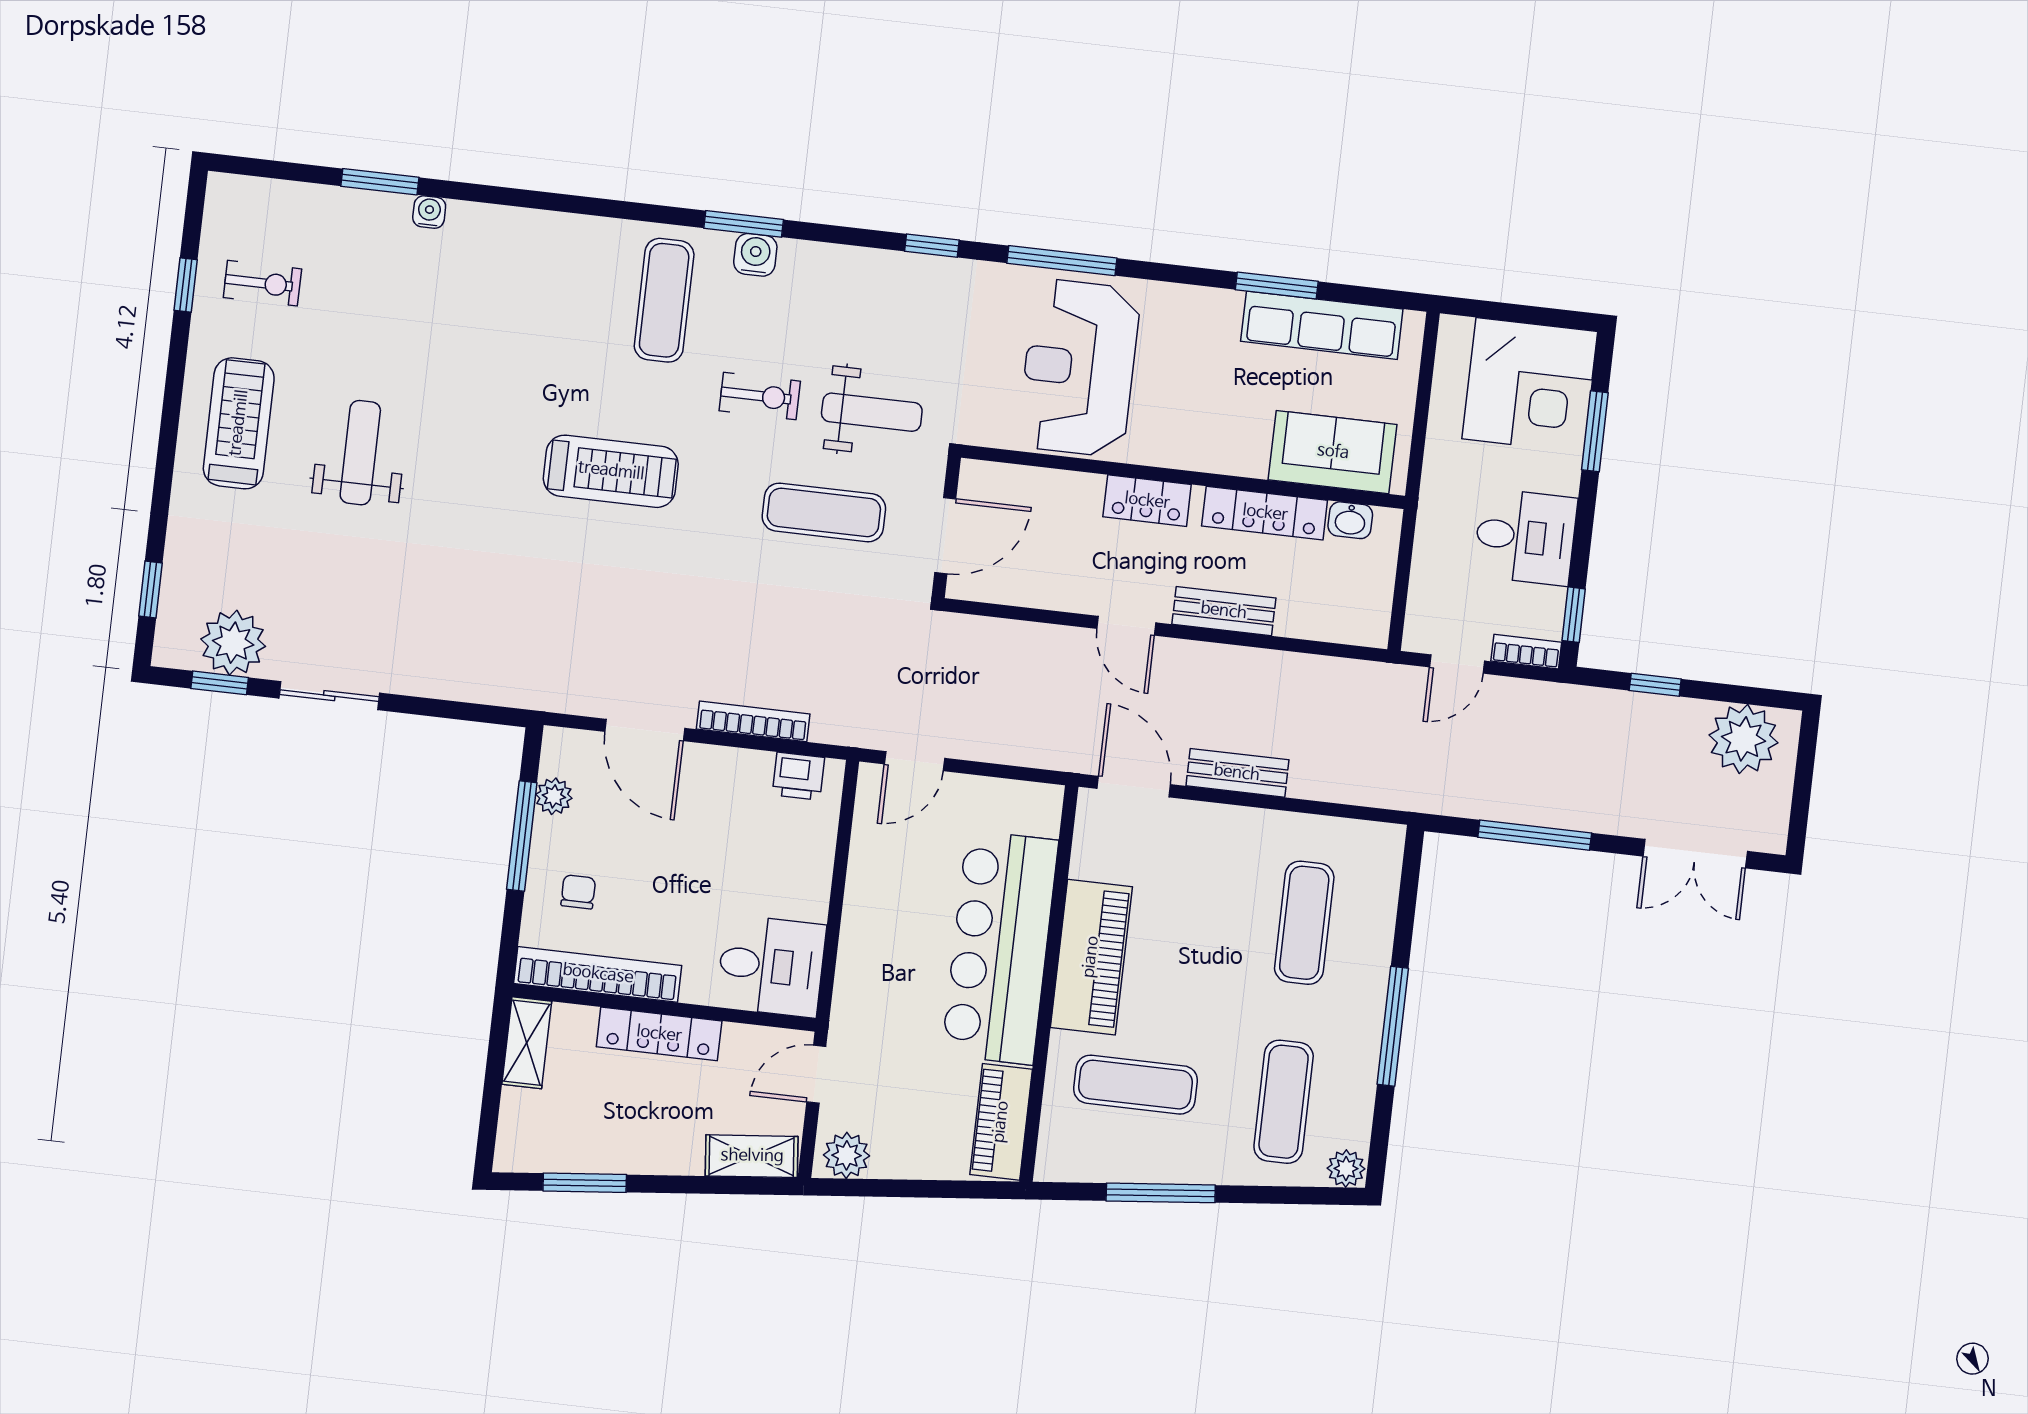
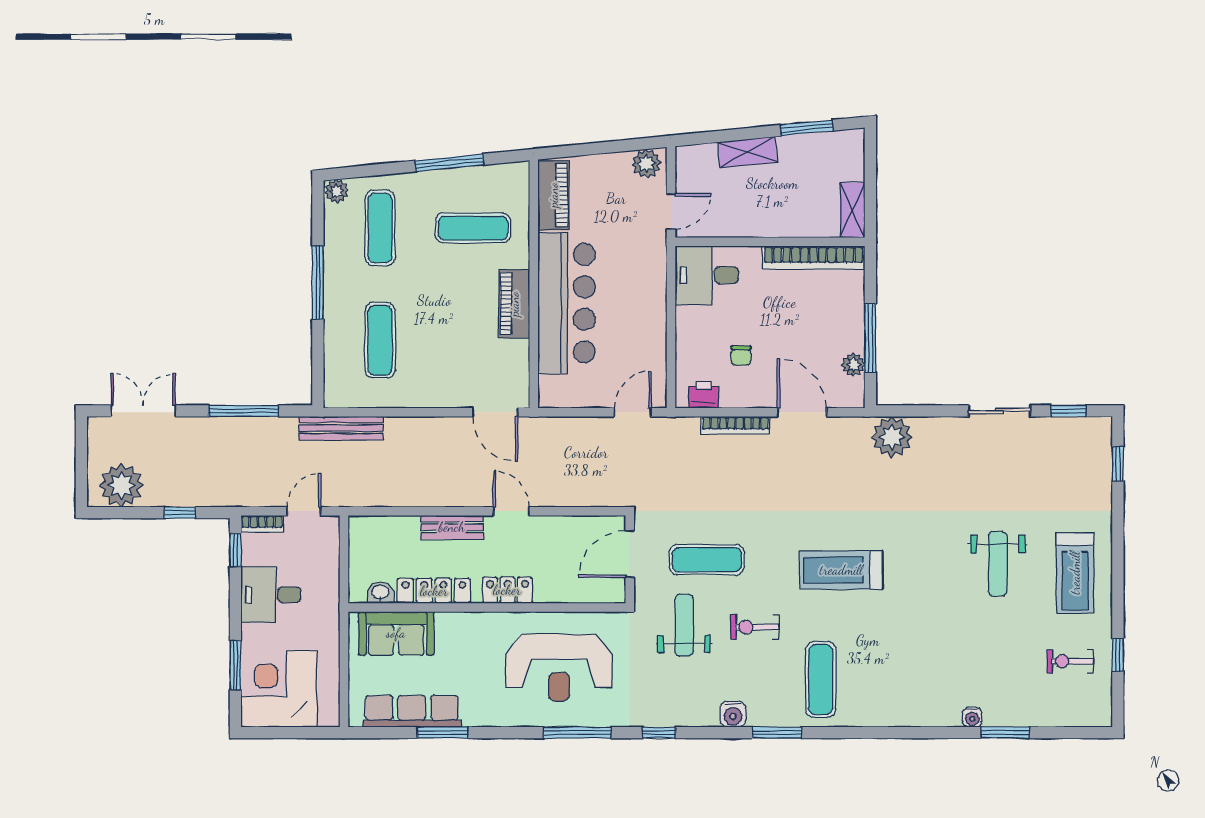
water cooler: (755, 255) -> (733, 714), moved
reception desk: (1079, 368) -> (559, 667), turned 90
weight bench: (872, 412) -> (684, 625), turned 90
plant: (233, 643) -> (892, 437), moved
bench: (1237, 773) -> (341, 428), moved, width x1.36
chair: (578, 892) -> (741, 356), moved
piano: (1091, 957) -> (514, 304), width x0.73, depth x0.75
locker: (659, 1034) -> (771, 225), removed
shelving: (752, 1156) -> (747, 152), moved

